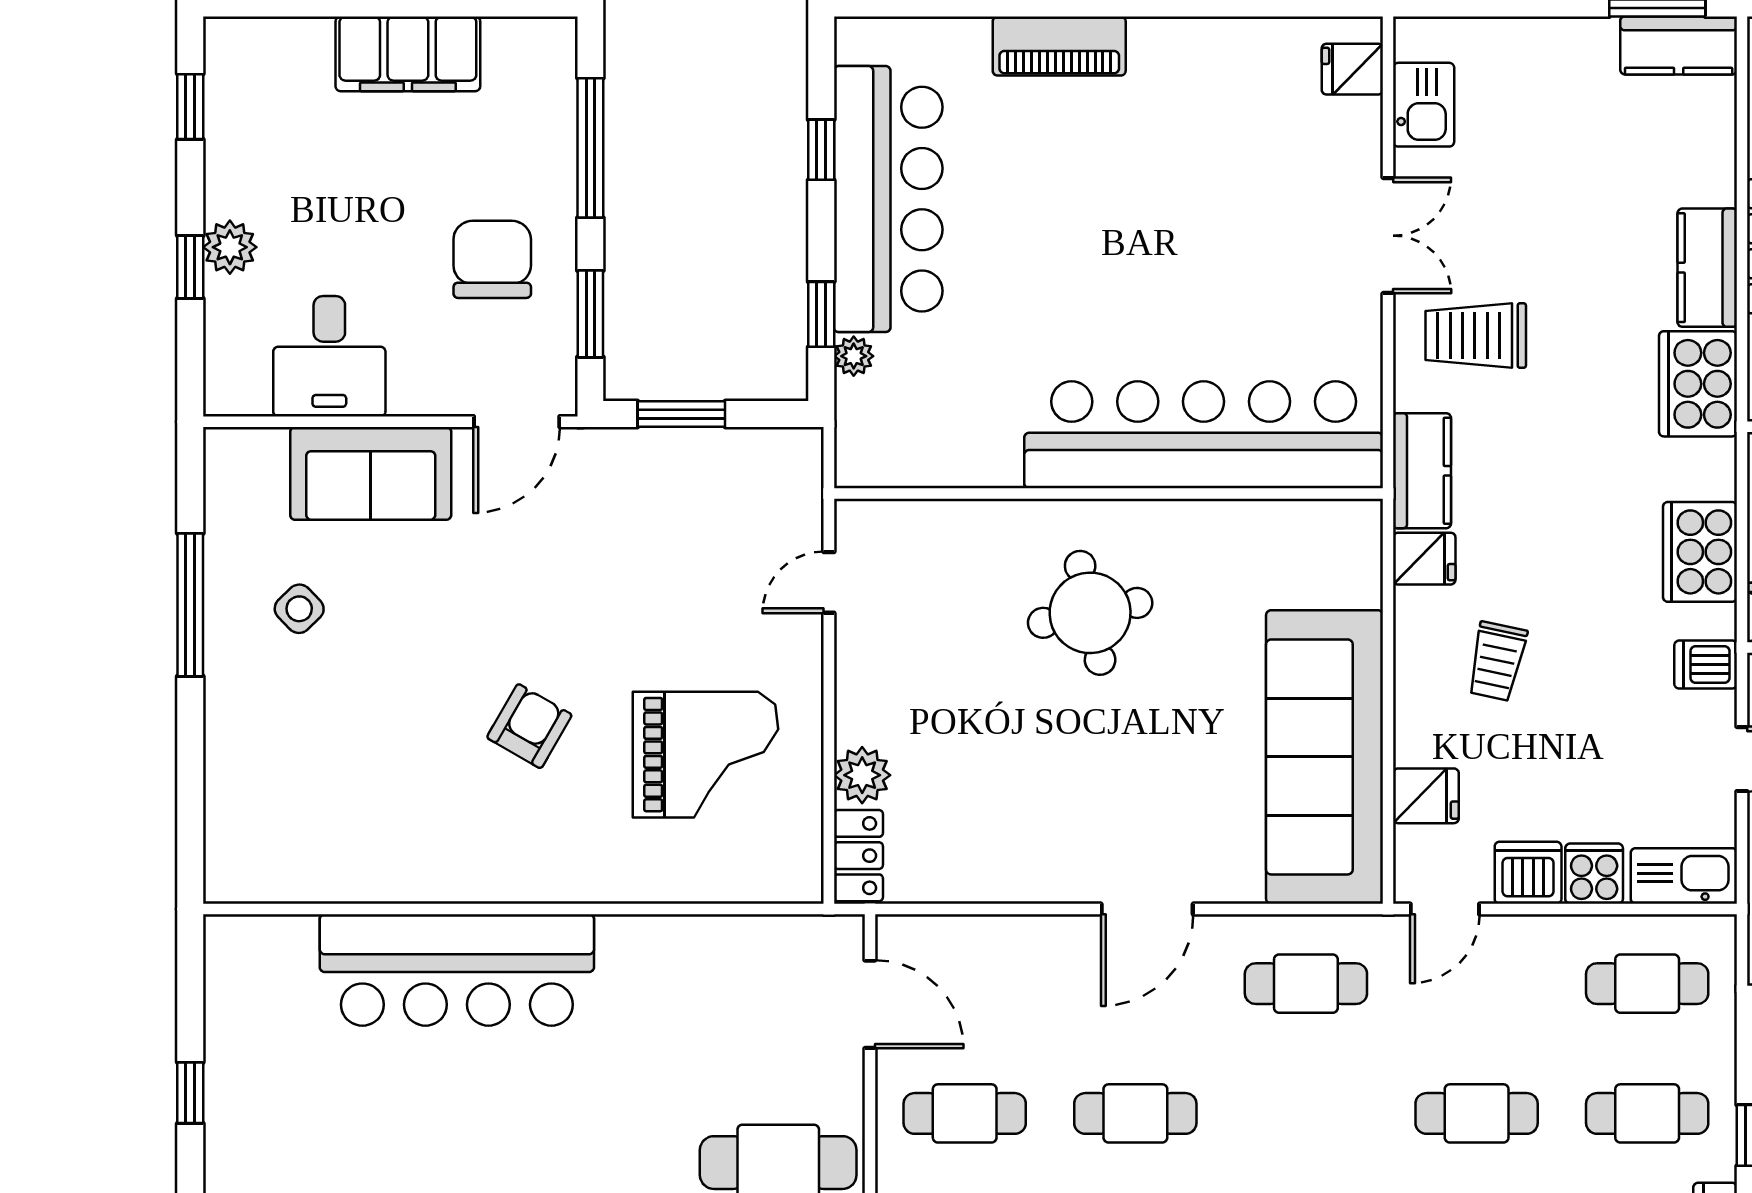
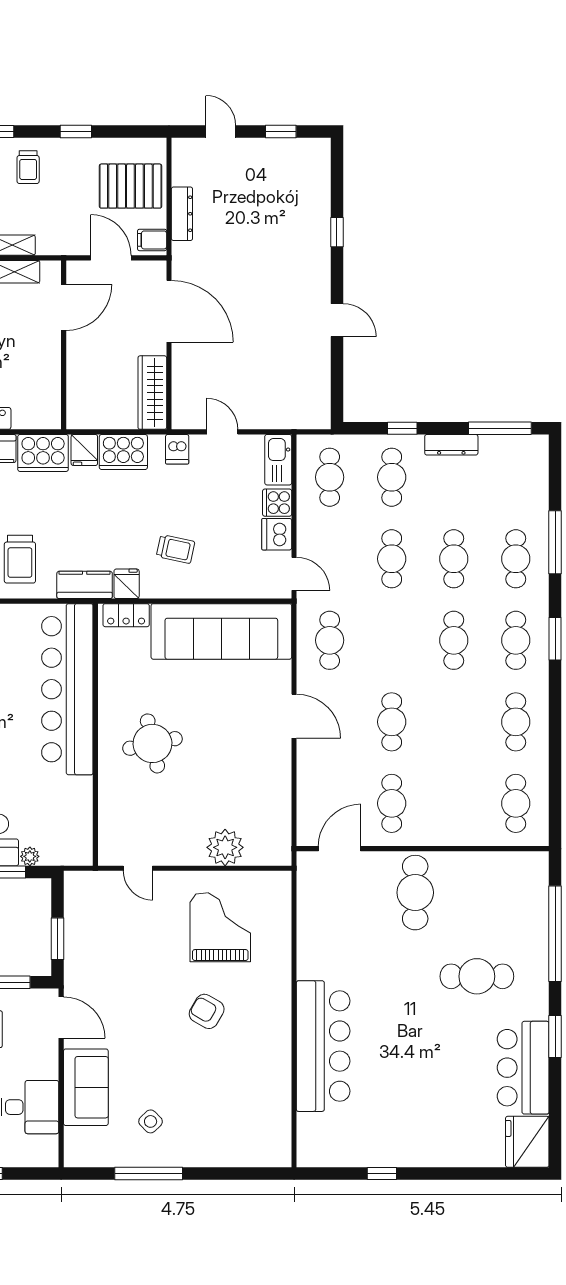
plant: (862, 775) -> (225, 847), width x1.36, depth x1.36
fridge: (1426, 796) -> (84, 450), moved, turned 180
locker: (858, 856) -> (126, 615), moved, turned 180

